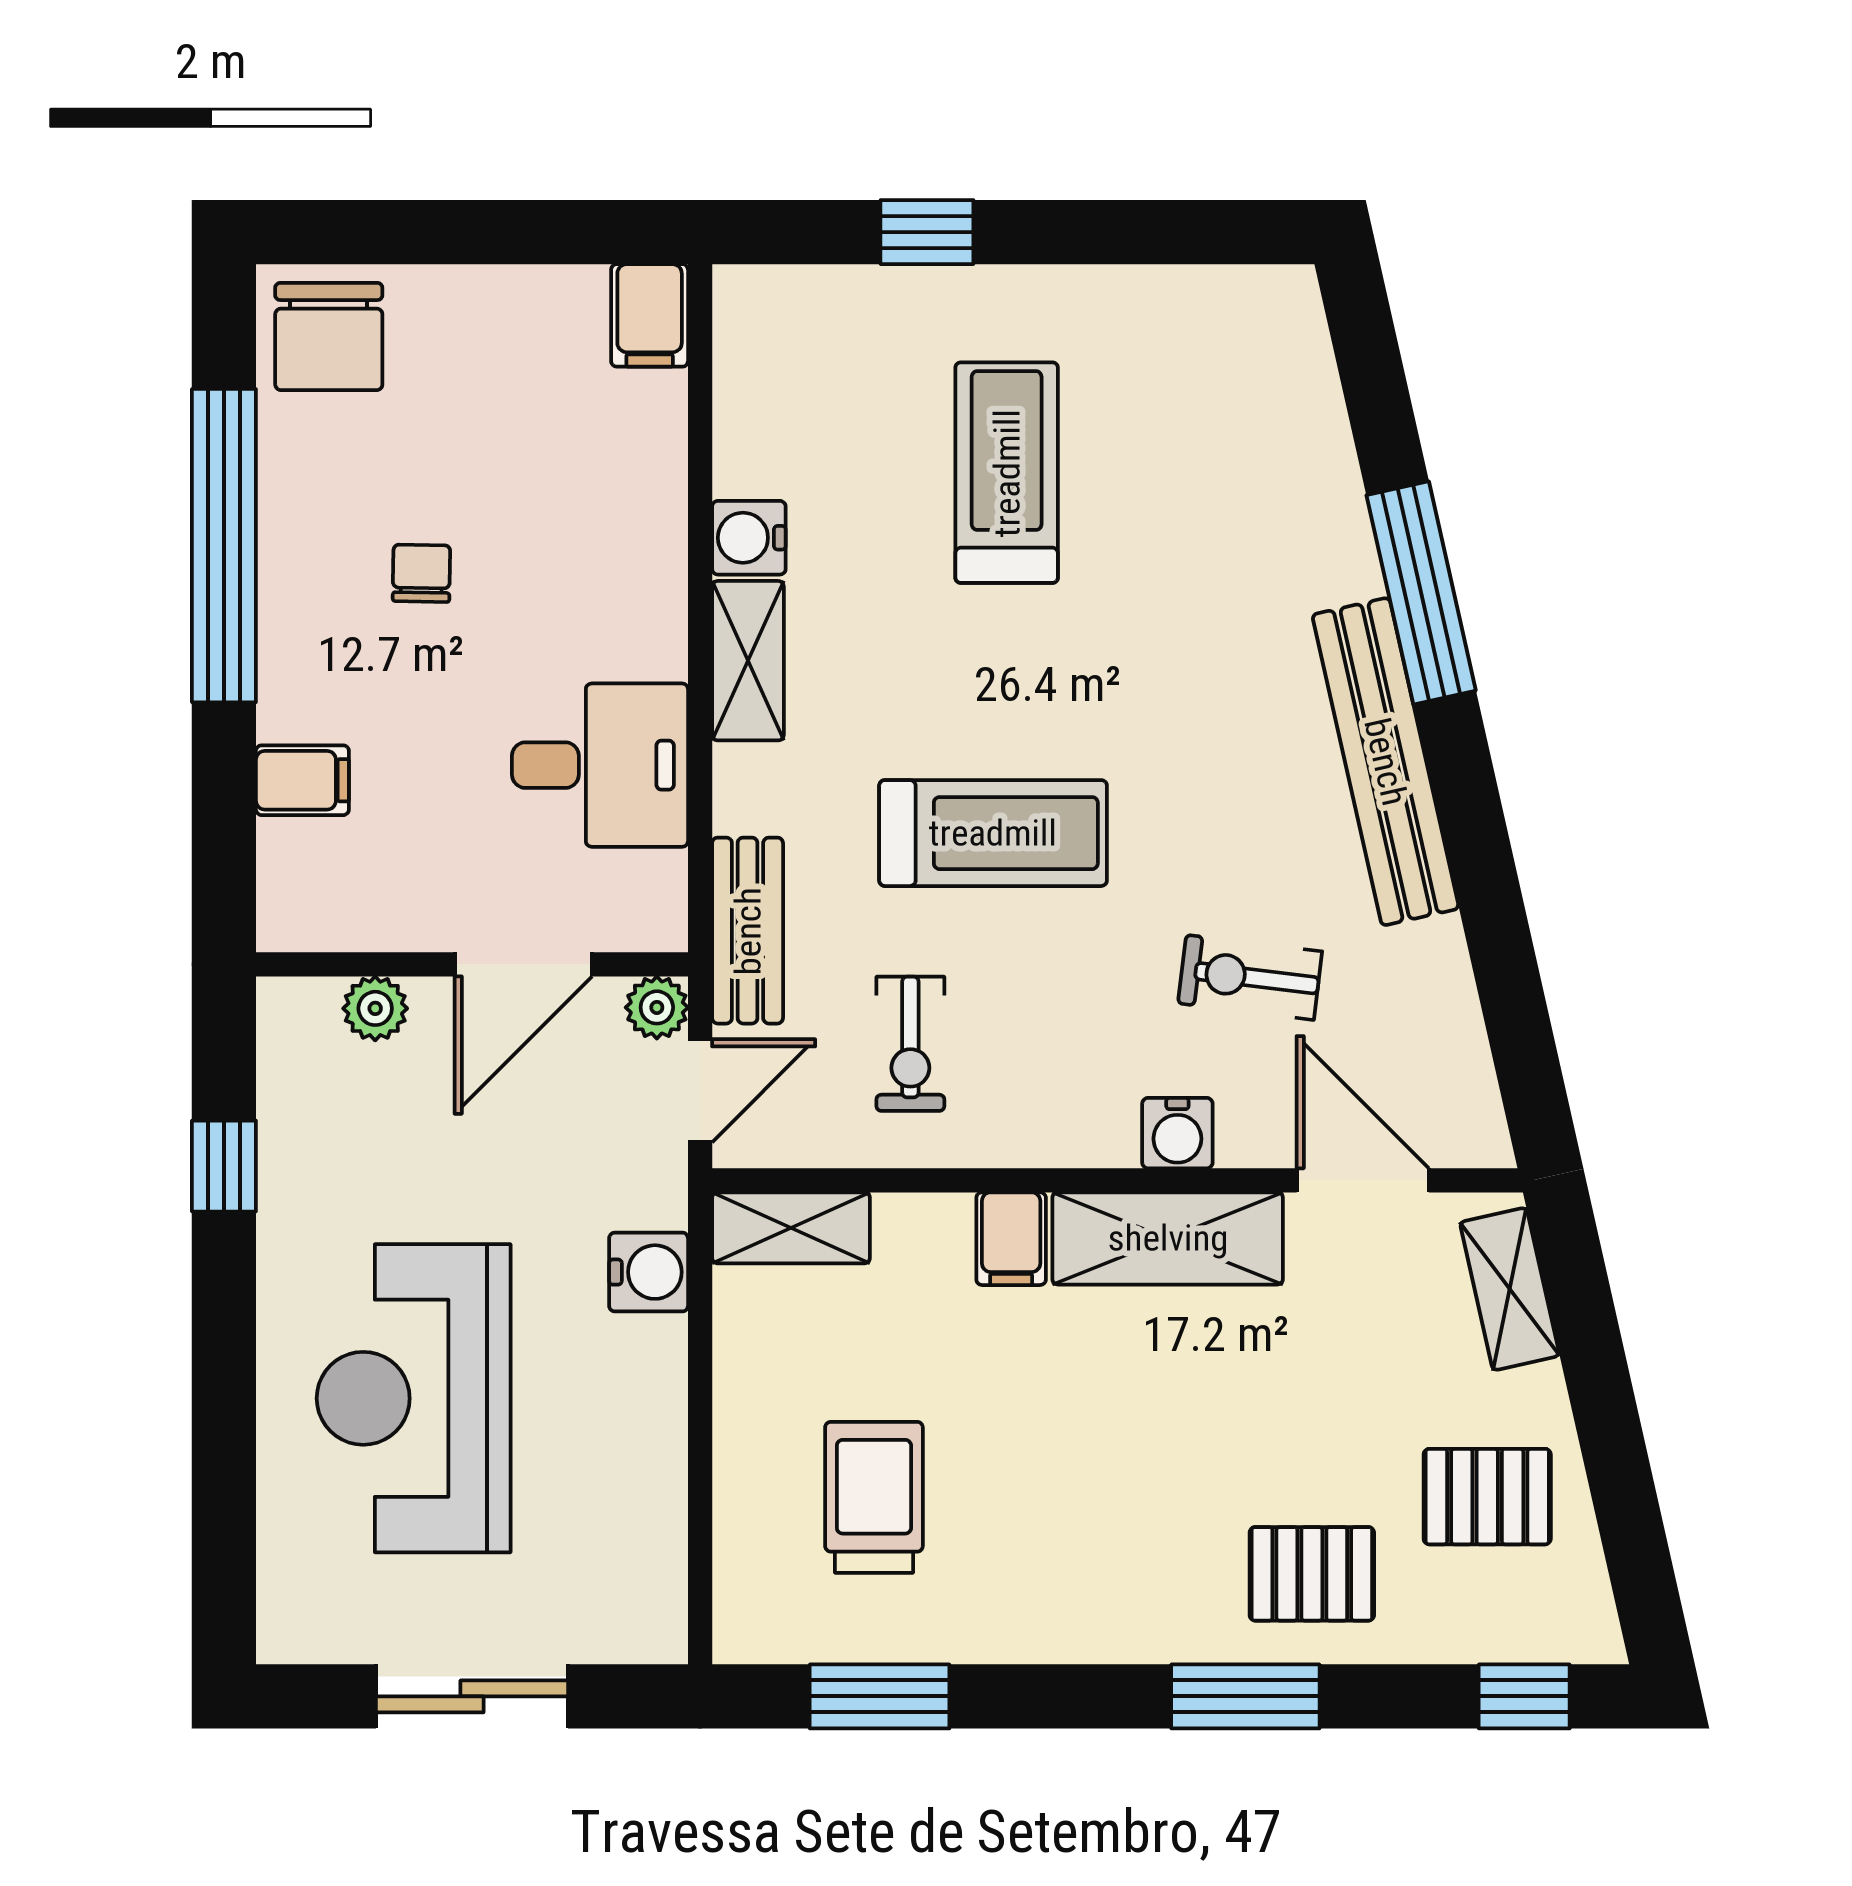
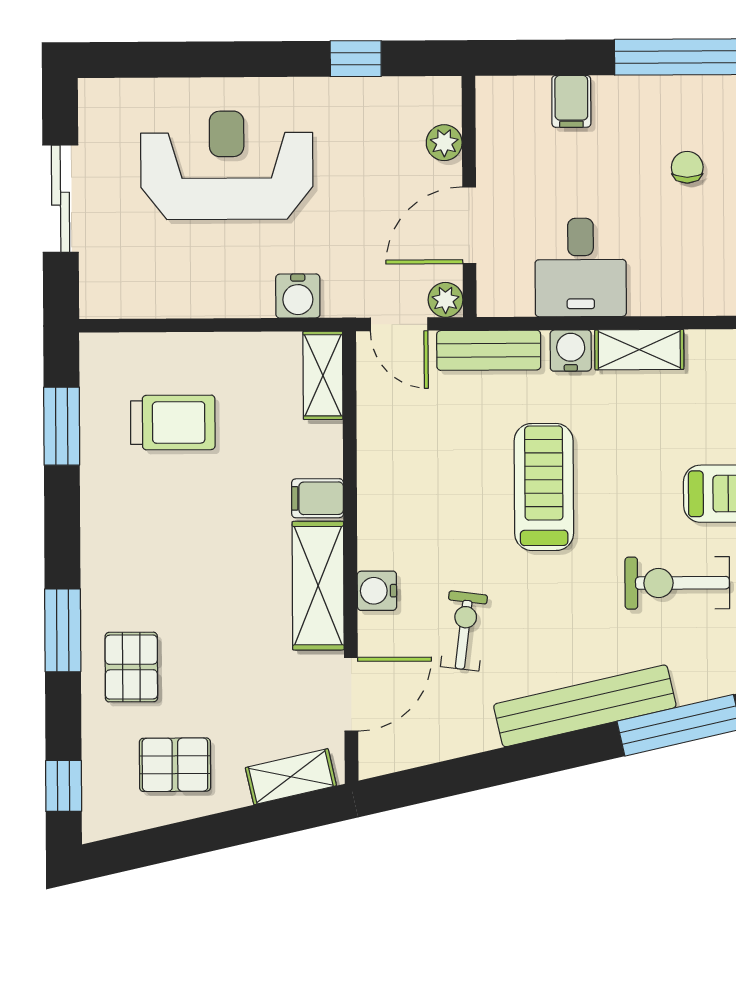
water cooler: (749, 538) -> (571, 351), moved
chair: (421, 573) -> (687, 167), turned -91
treadmill: (993, 833) -> (544, 487), turned 180
door: (523, 964) -> (469, 225), hinge flipped
exercise bike: (910, 1044) -> (677, 583), moved, width x1.38, depth x1.39
pallet: (1487, 1497) -> (175, 765), turned 90

